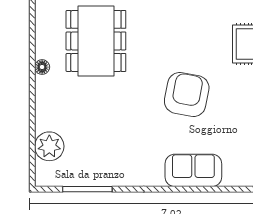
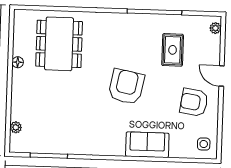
plant: (49, 146) -> (16, 127), width x0.53, depth x0.53
sofa: (193, 170) -> (147, 145), moved

